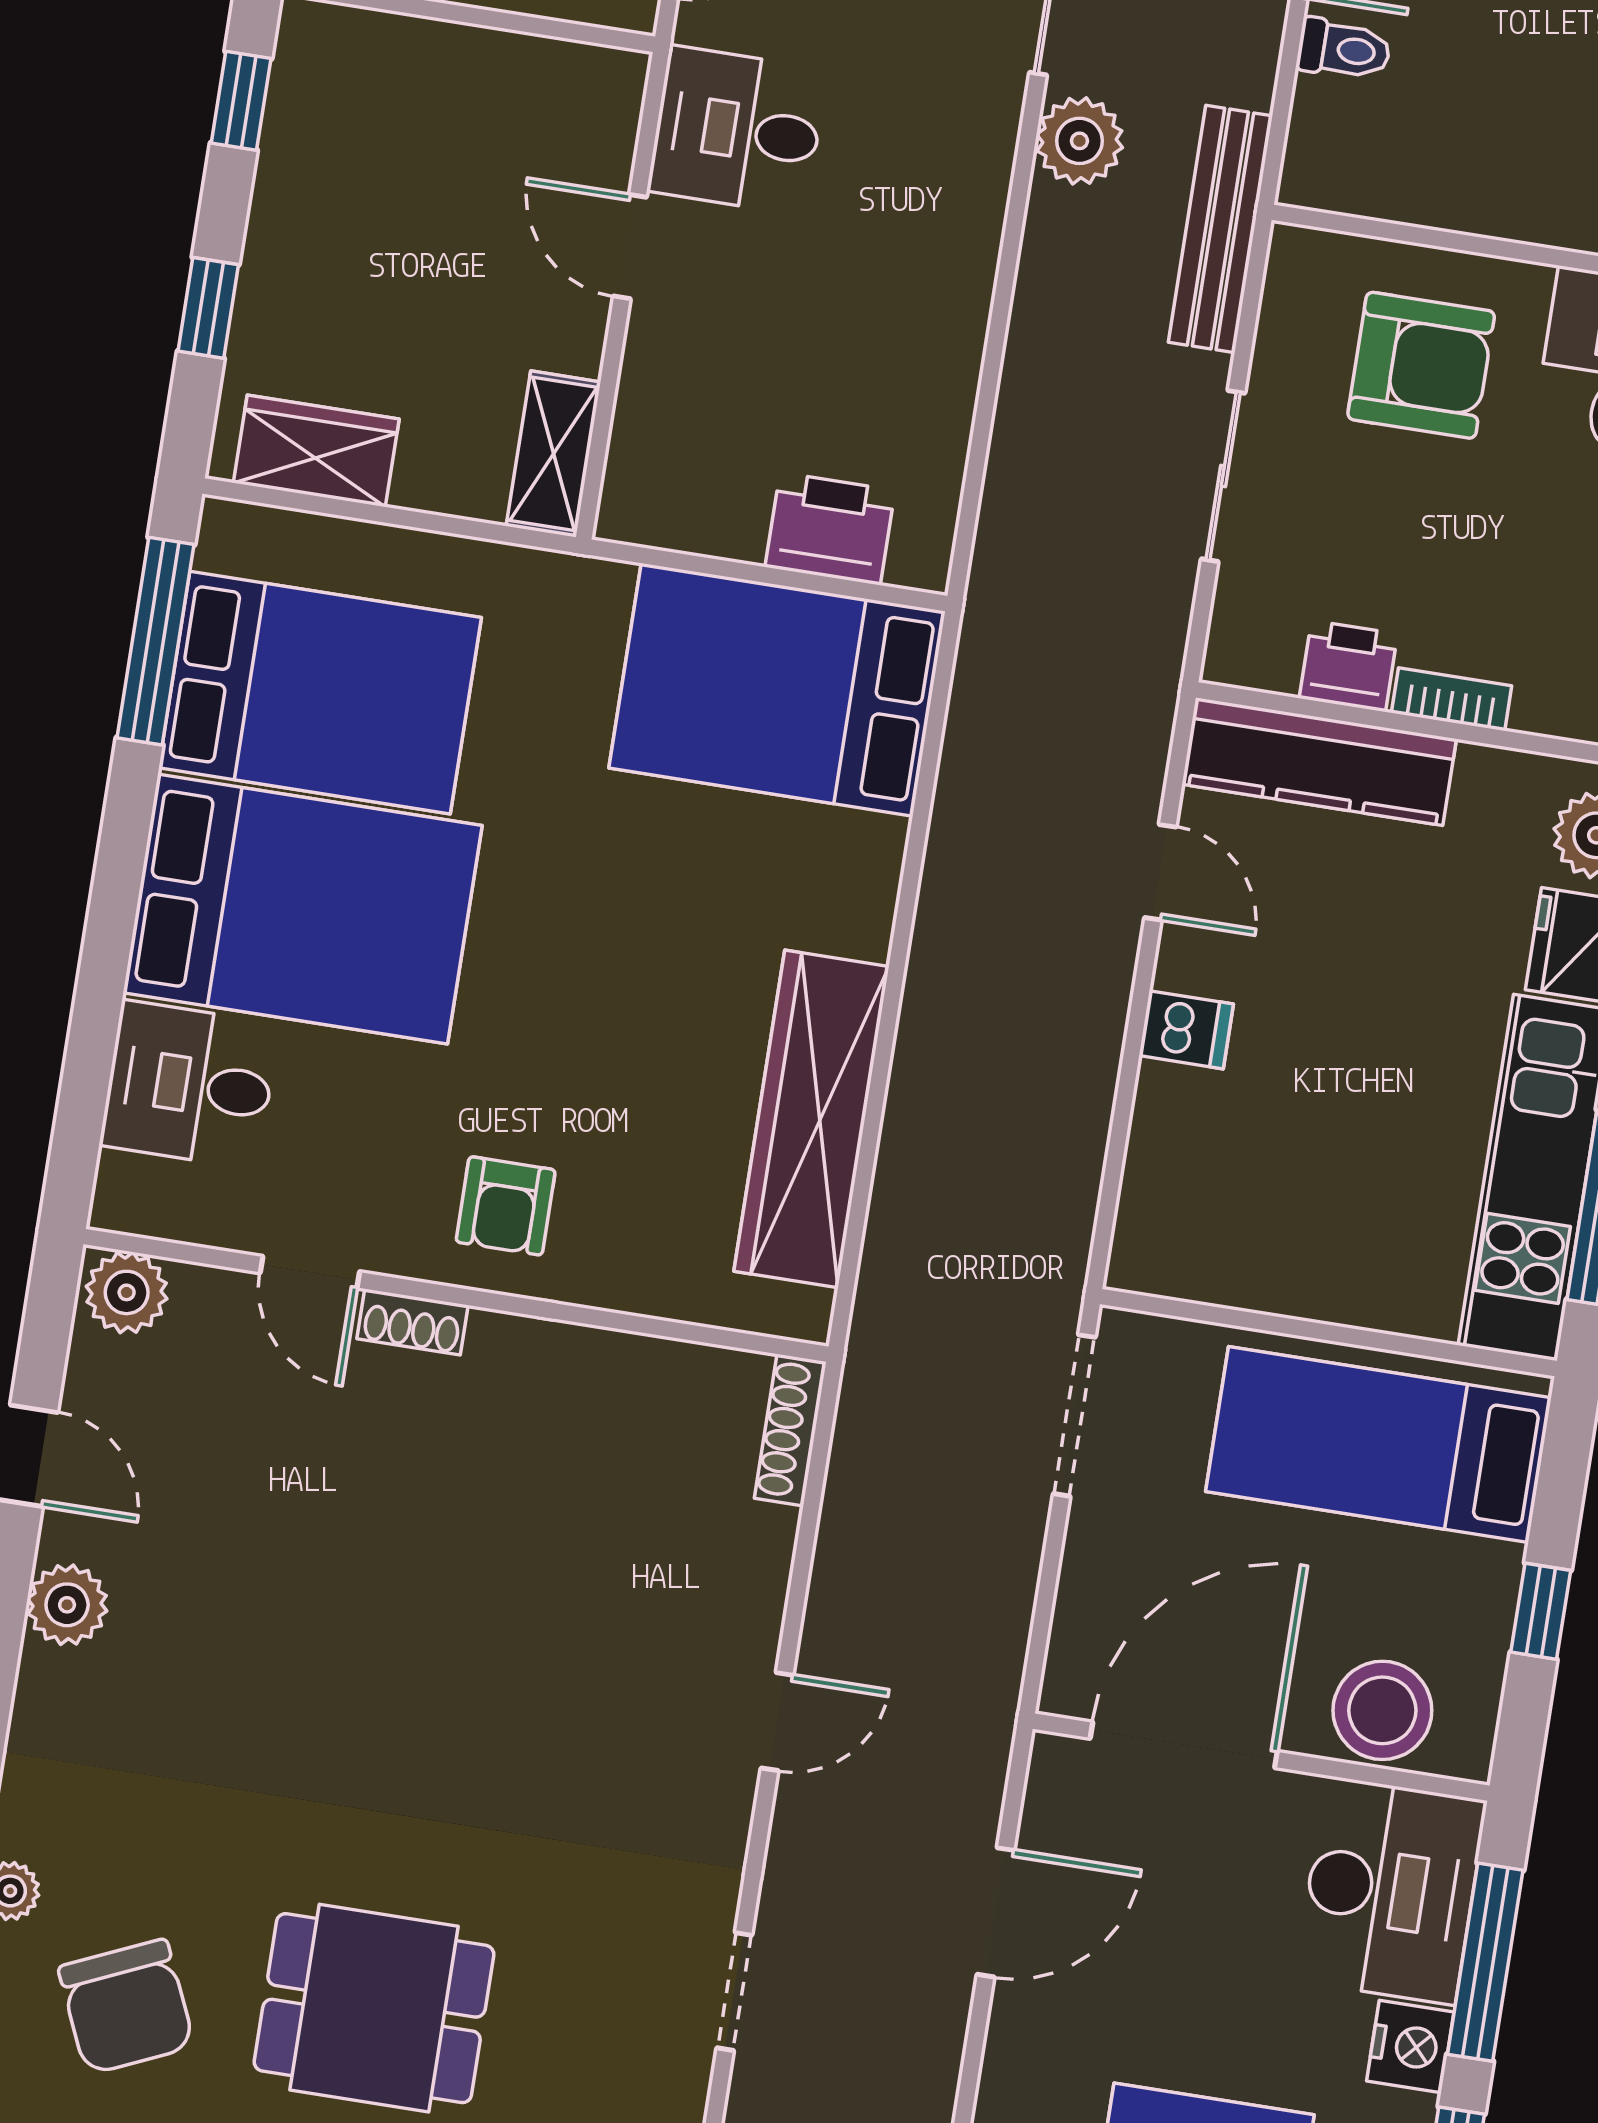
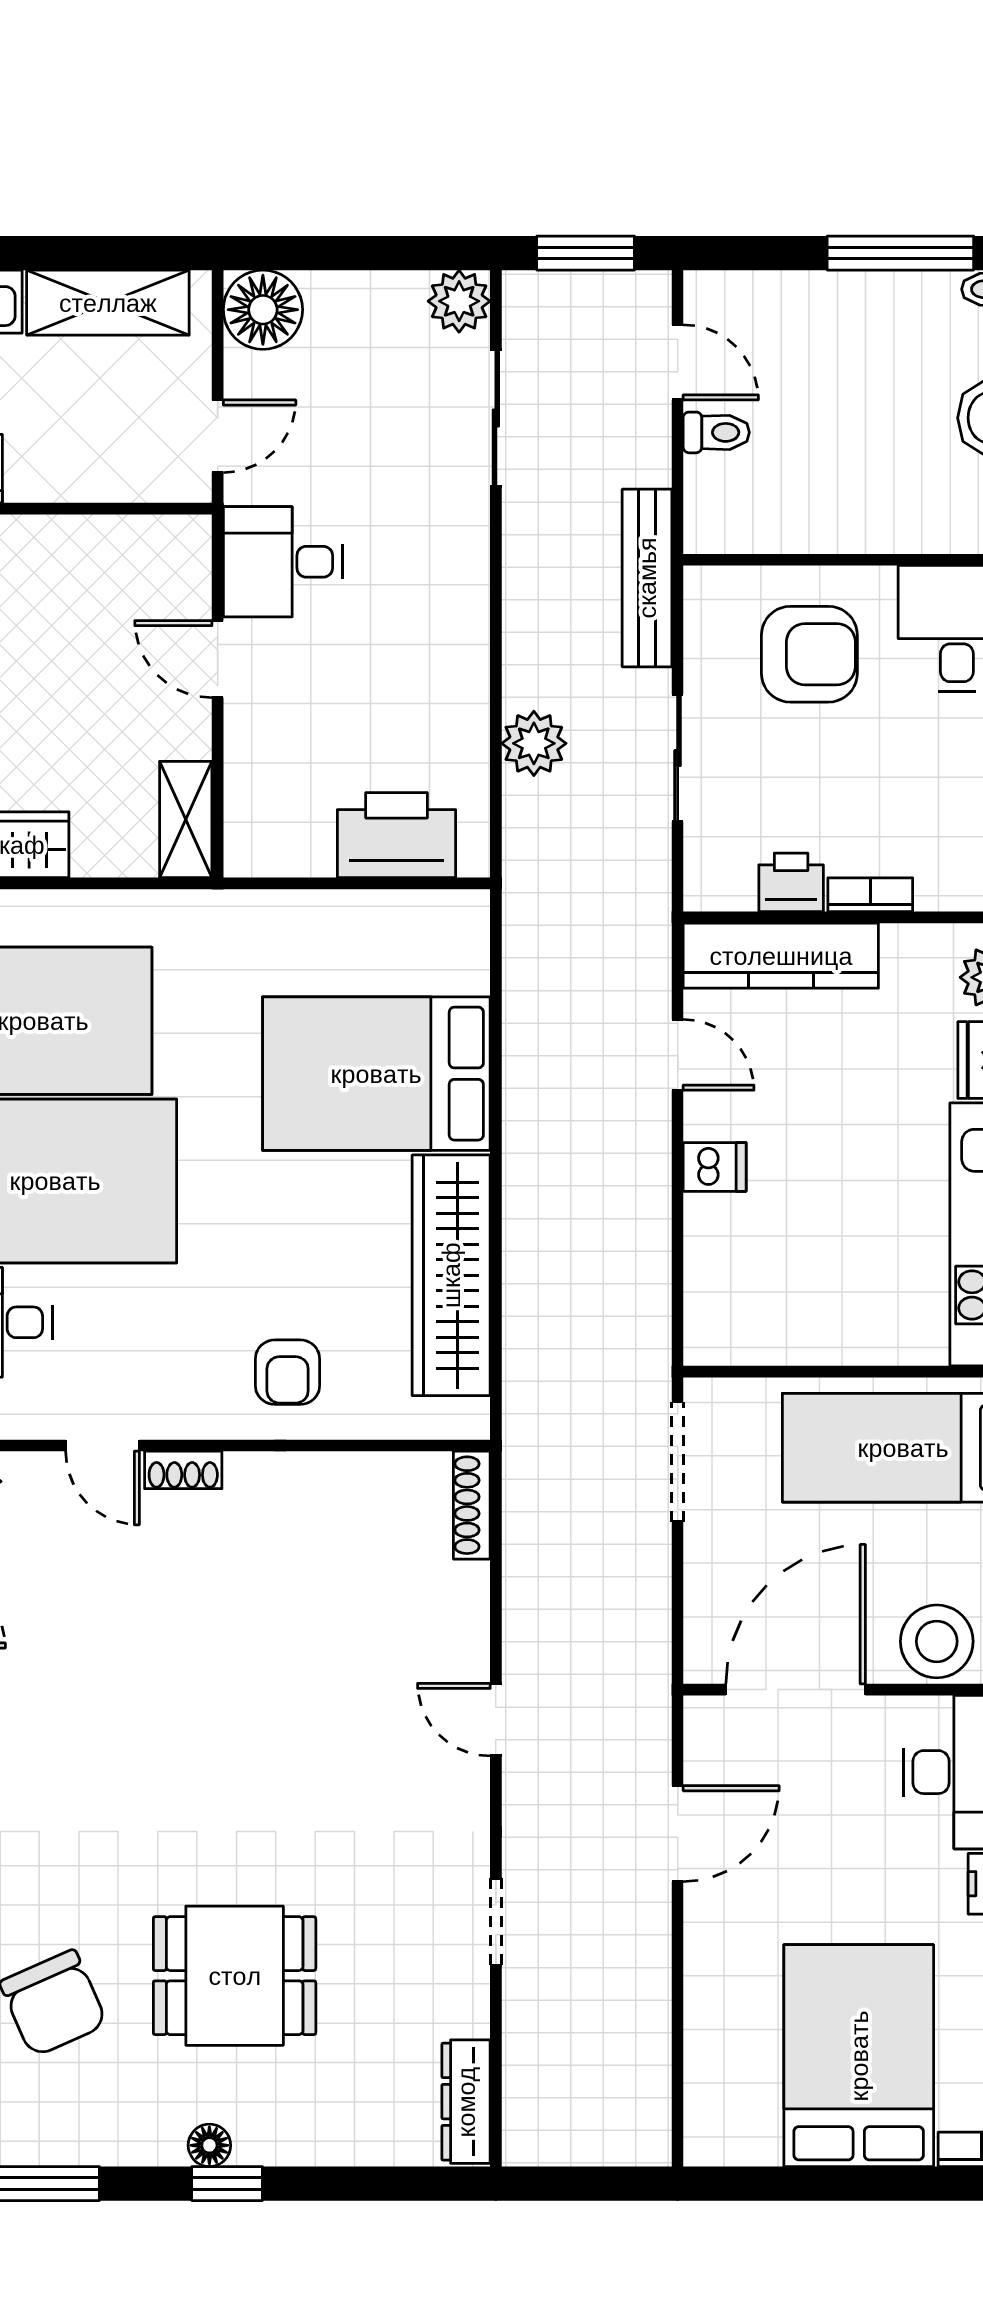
plant: (1079, 141) -> (534, 743), moved
printer: (830, 529) -> (396, 835), width x1.37, depth x1.19
bed: (777, 690) -> (376, 1074), moved
armchair: (506, 1206) -> (288, 1372), moved
door: (777, 1722) -> (496, 1720), swing flipped

